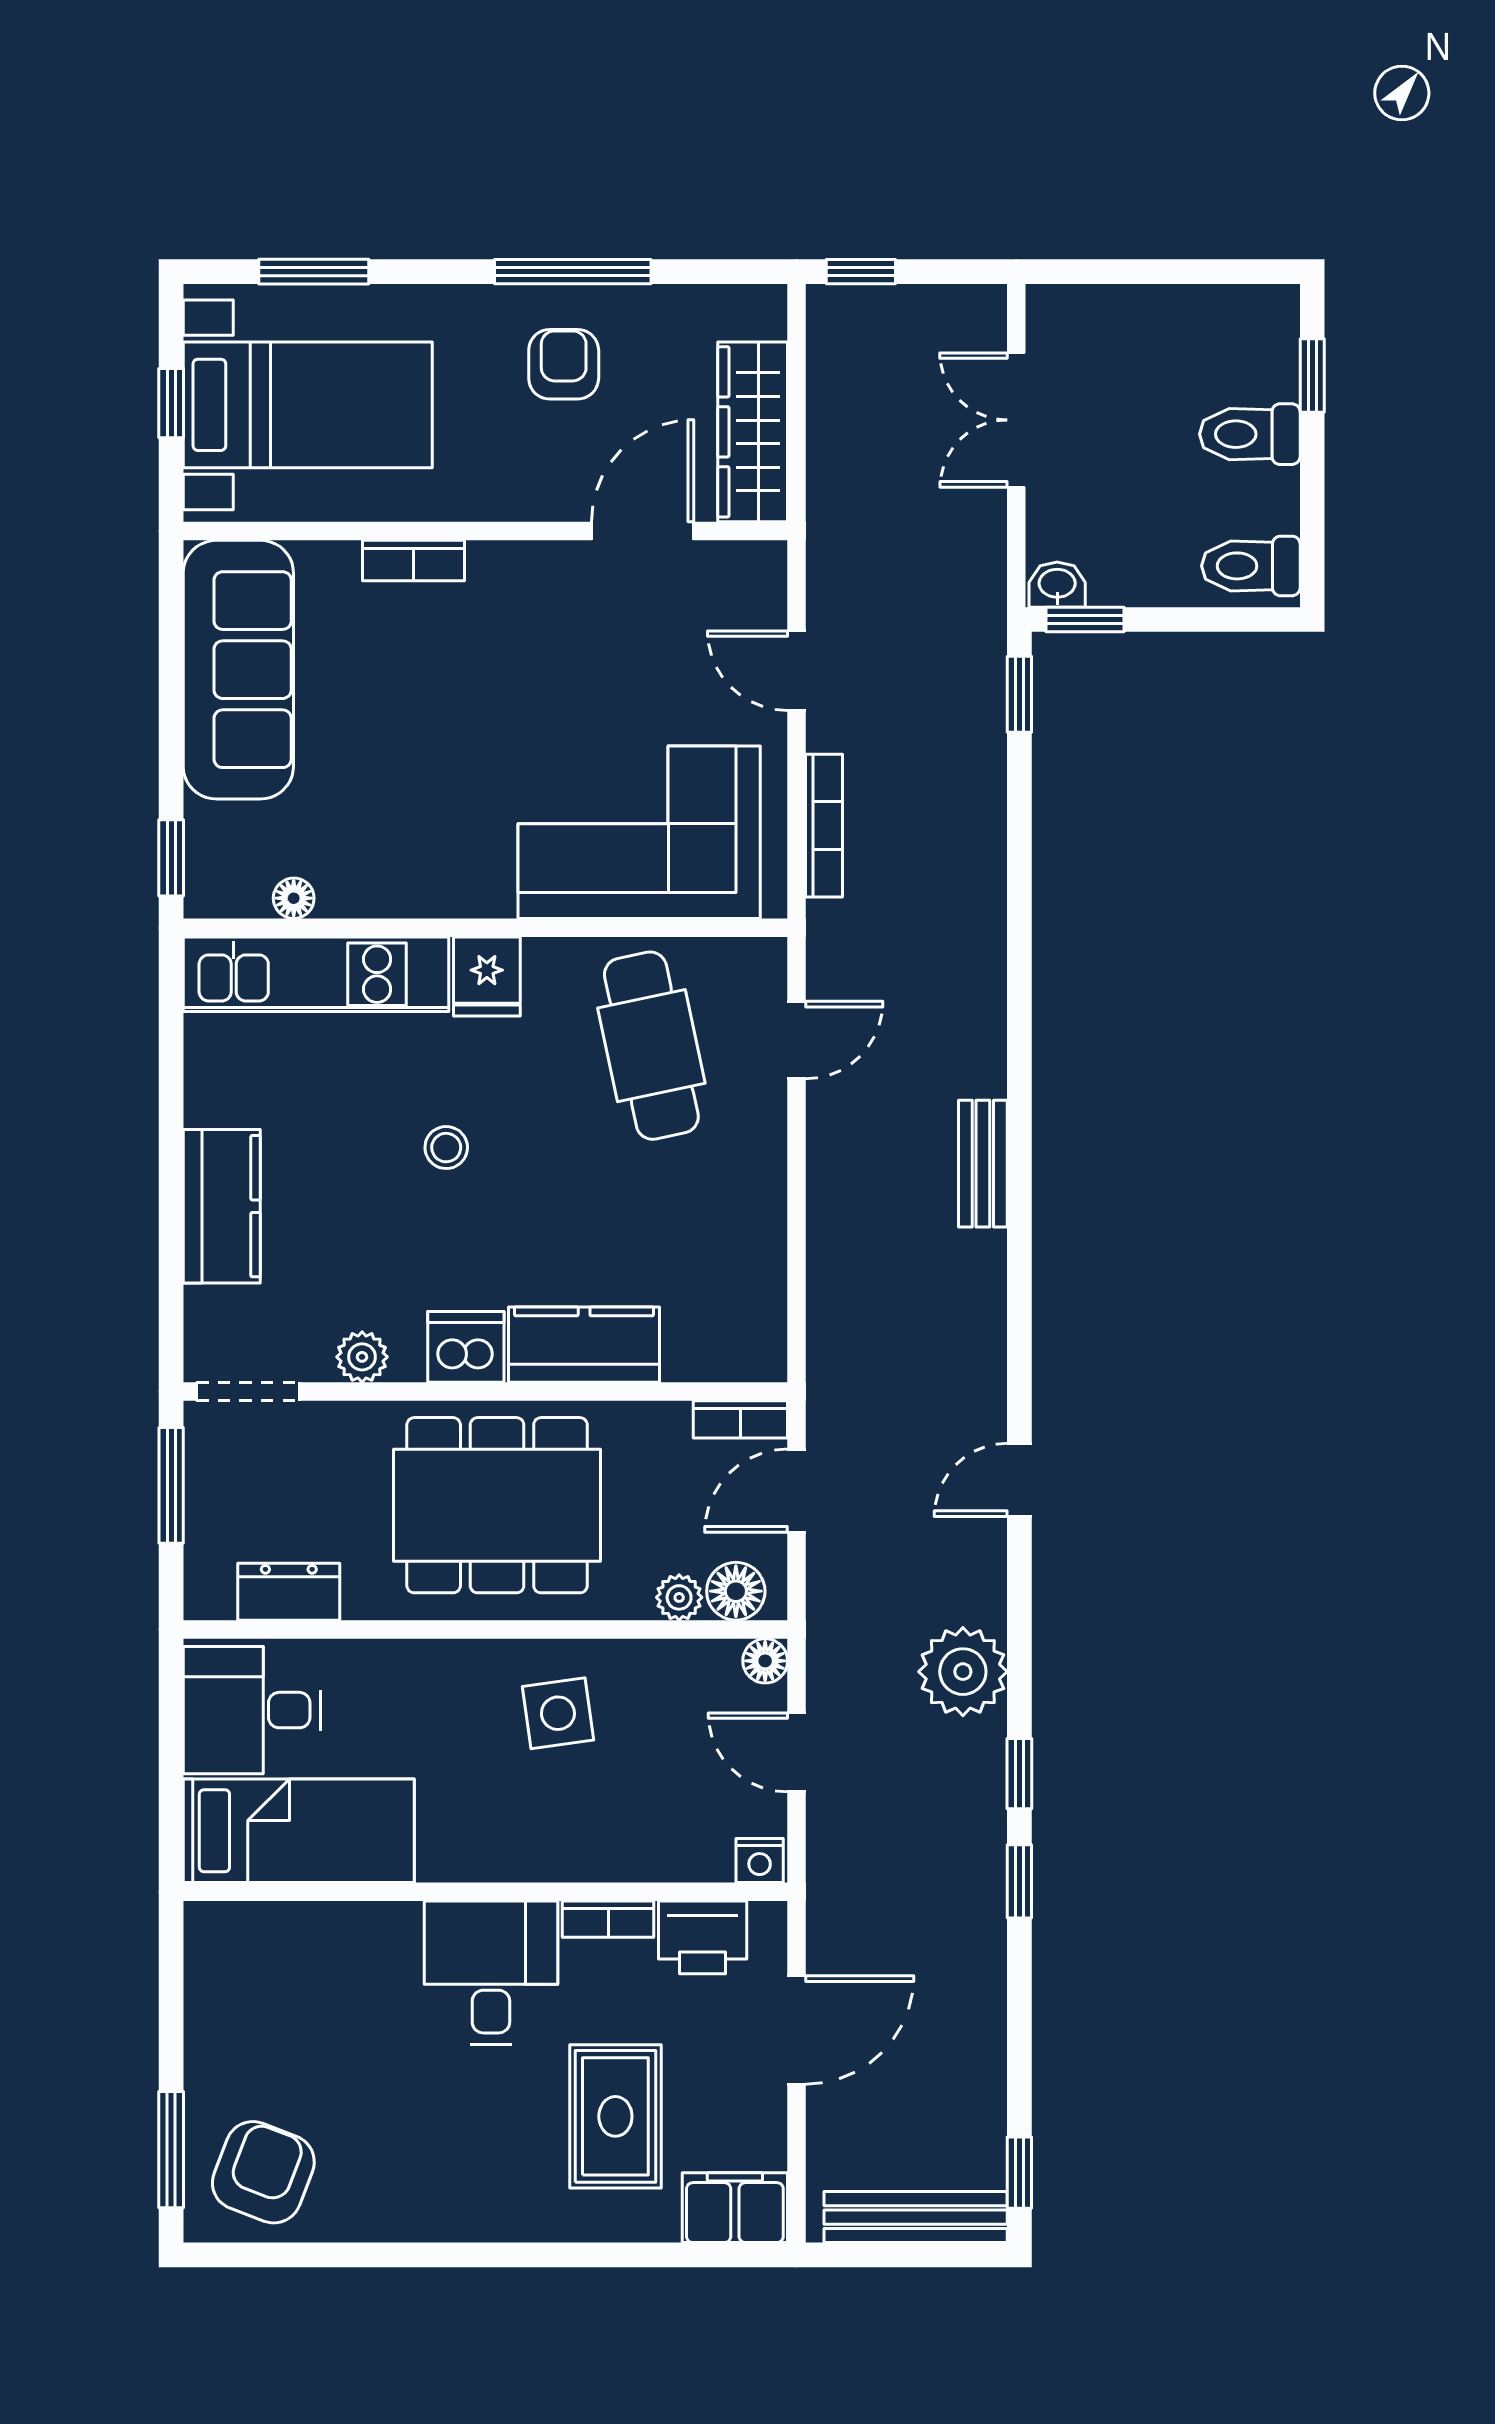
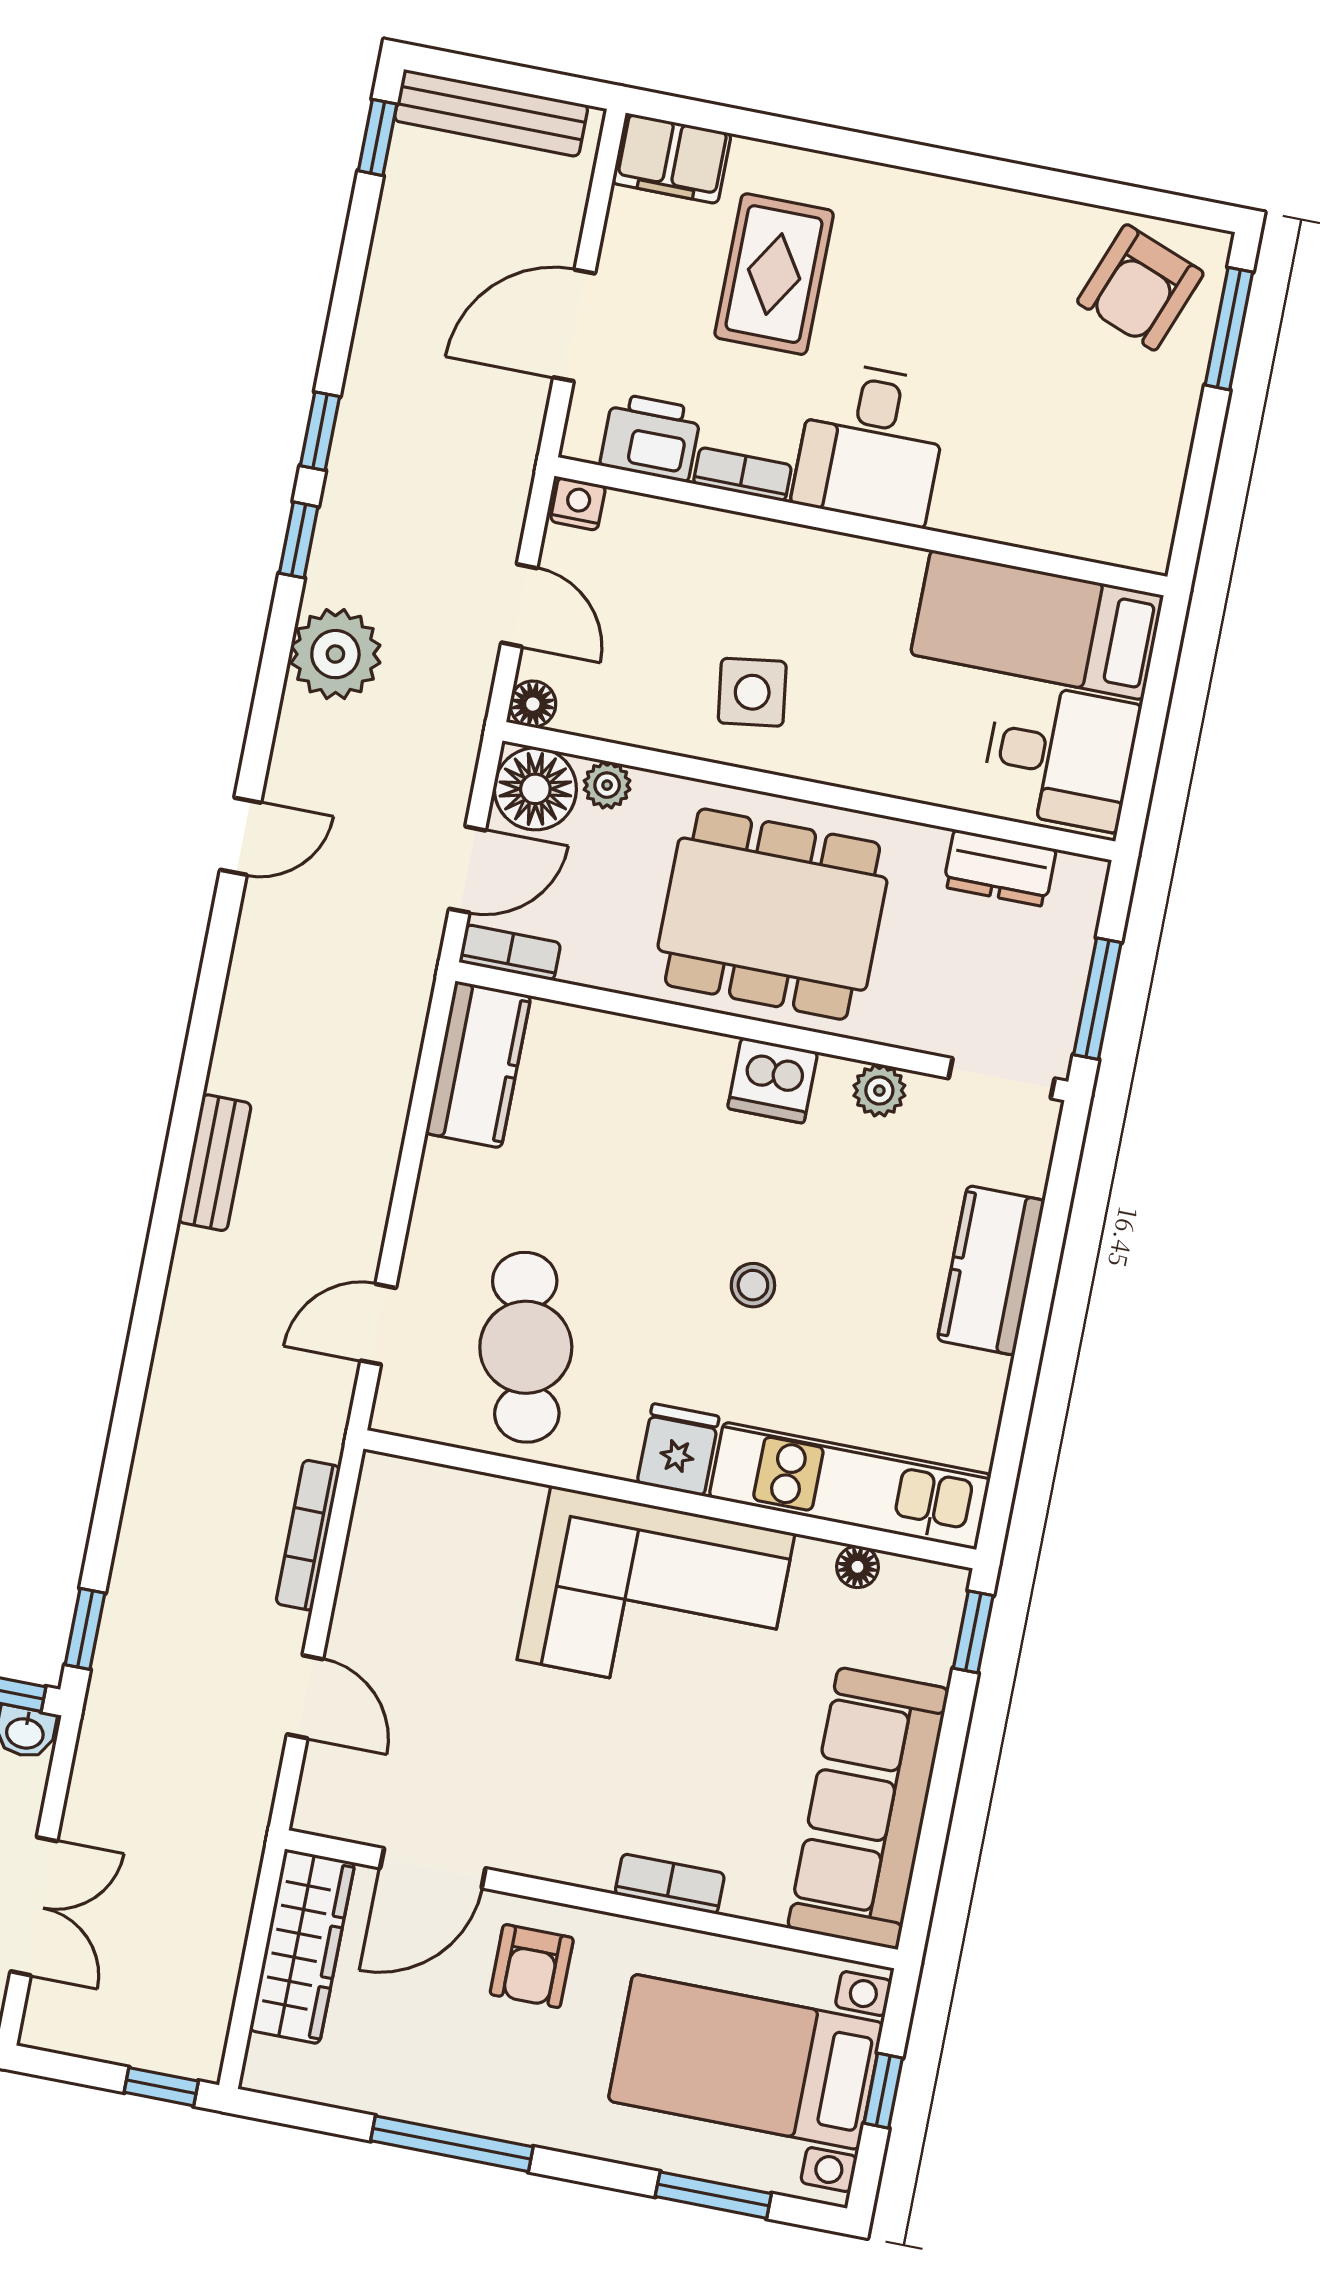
armchair: (564, 364) -> (532, 1966), moved
corner sofa: (639, 832) -> (656, 1596), moved
kitchen counter: (584, 1345) -> (478, 1065), moved, turned -90
floor lamp: (736, 1591) -> (535, 789), width x1.38, depth x1.38

